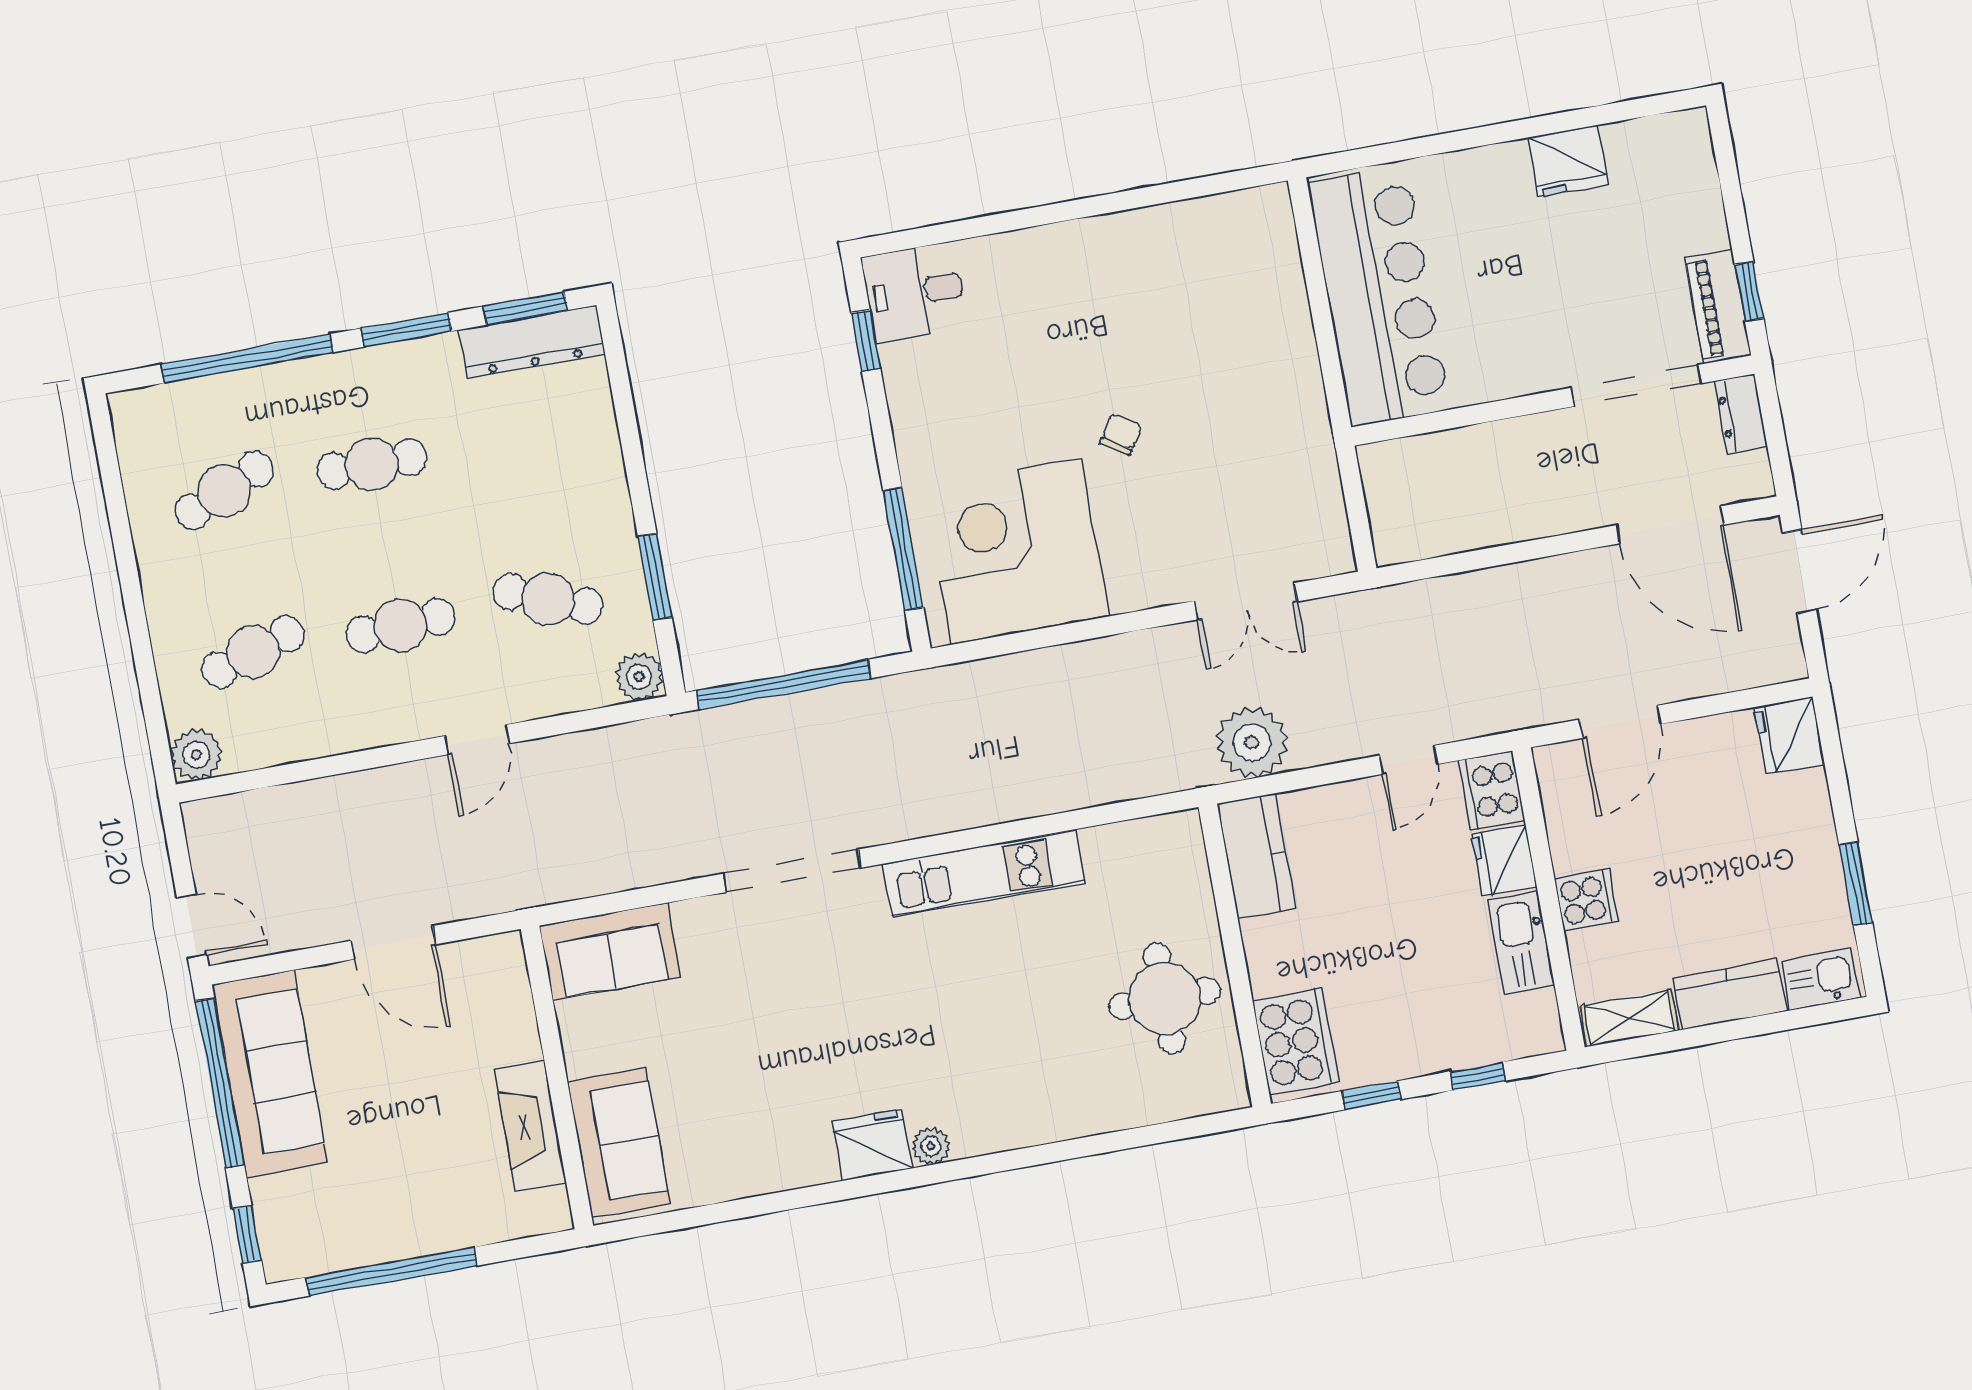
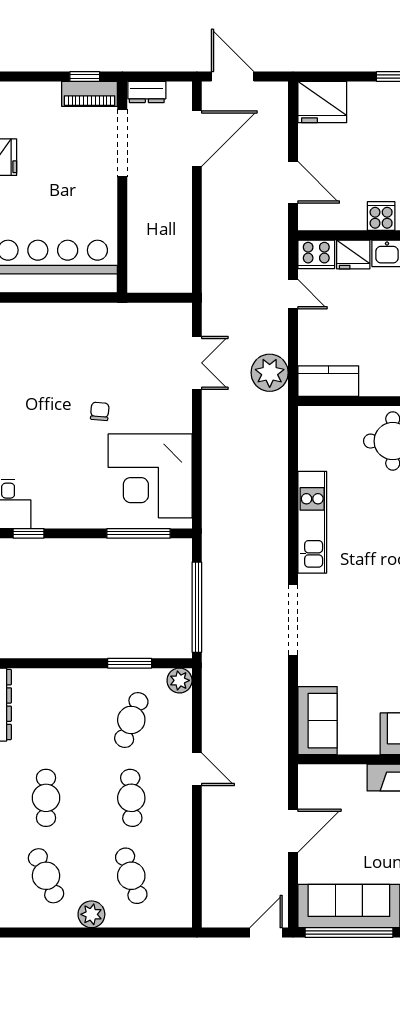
chair: (1121, 434) -> (100, 411), turned 62
fridge: (1790, 736) -> (322, 102), width x1.36, depth x1.34
plant: (196, 755) -> (91, 914), moved

